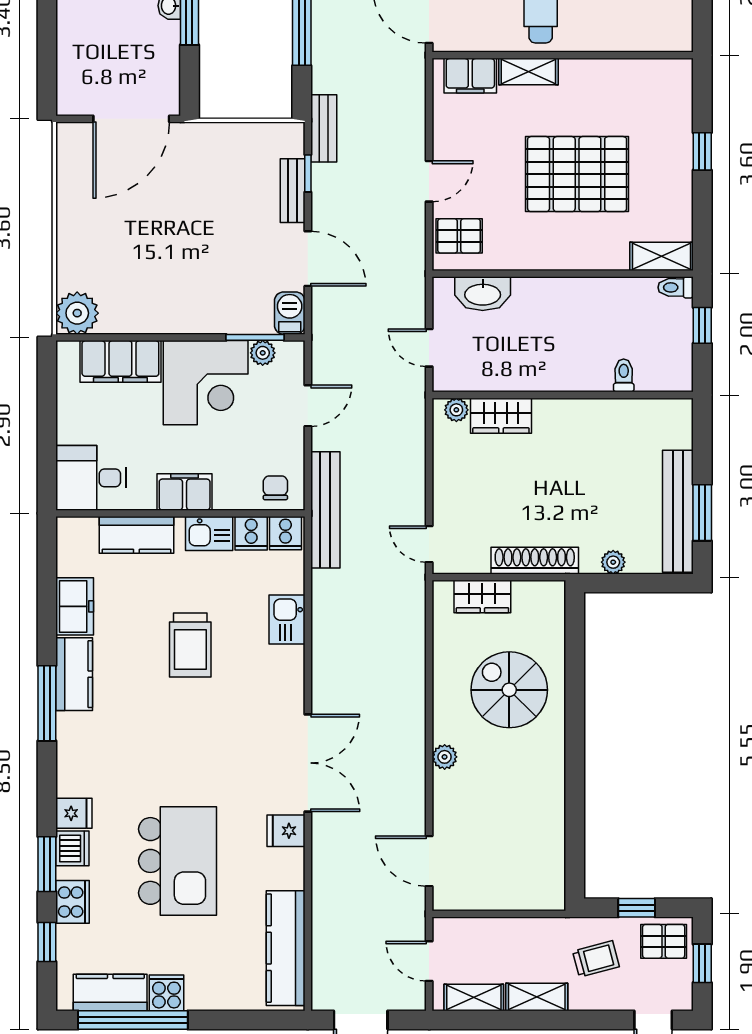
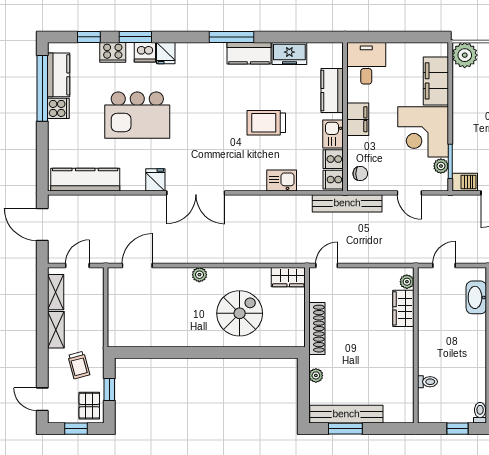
wardrobe: (482, 596) -> (288, 277), moved, turned -90

